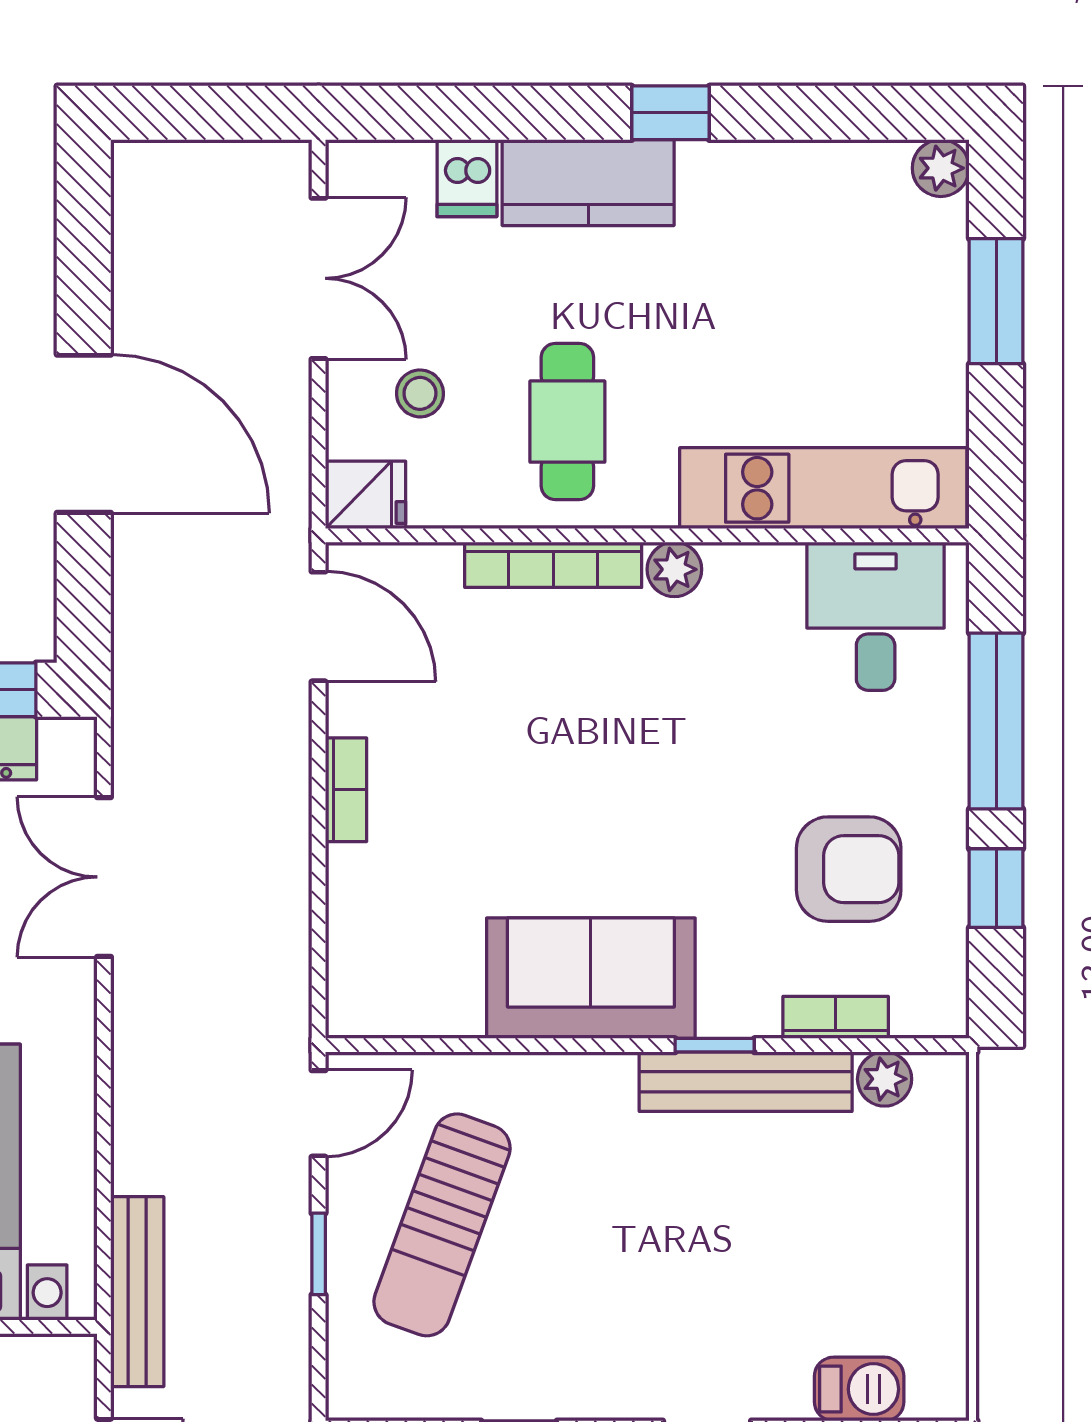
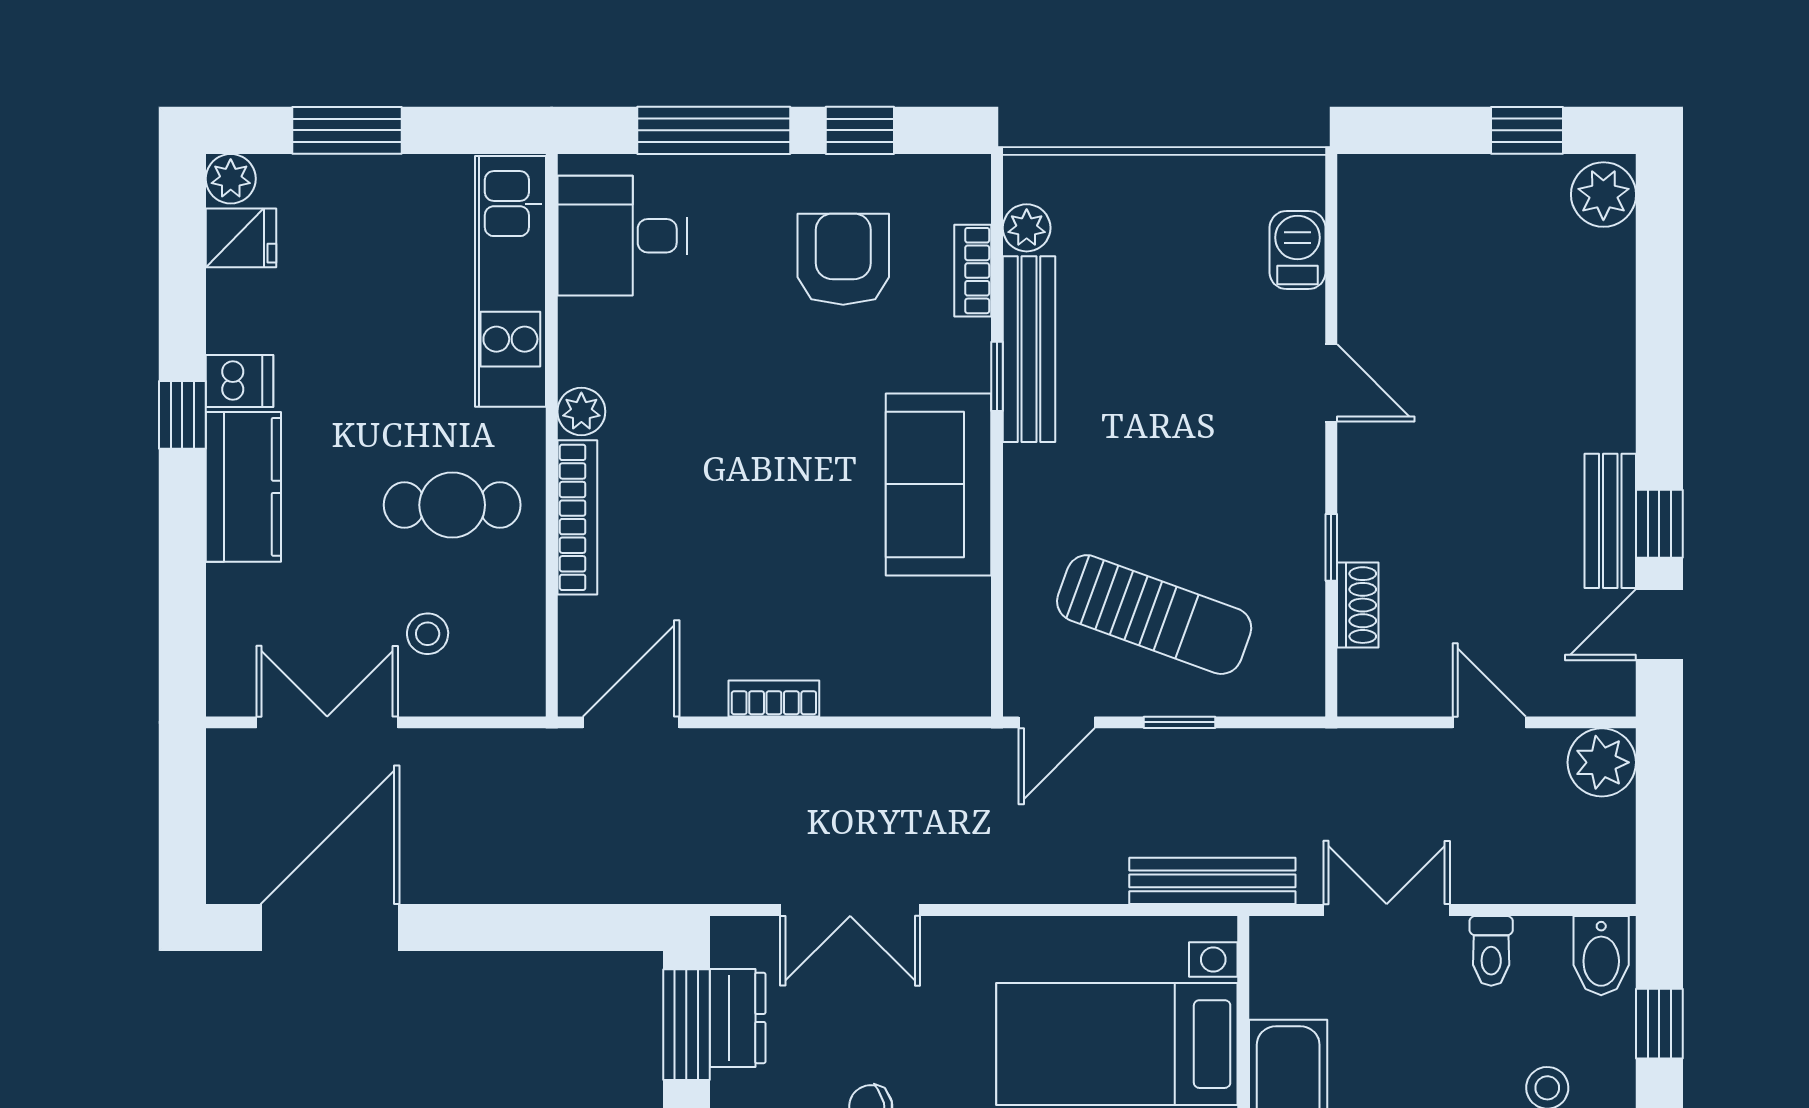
dishwasher: (467, 178) -> (240, 381), moved
door: (84, 434) -> (330, 928), moved
fridge: (366, 495) -> (241, 238), moved, turned 90
door: (319, 1113) -> (1057, 722), swing flipped

